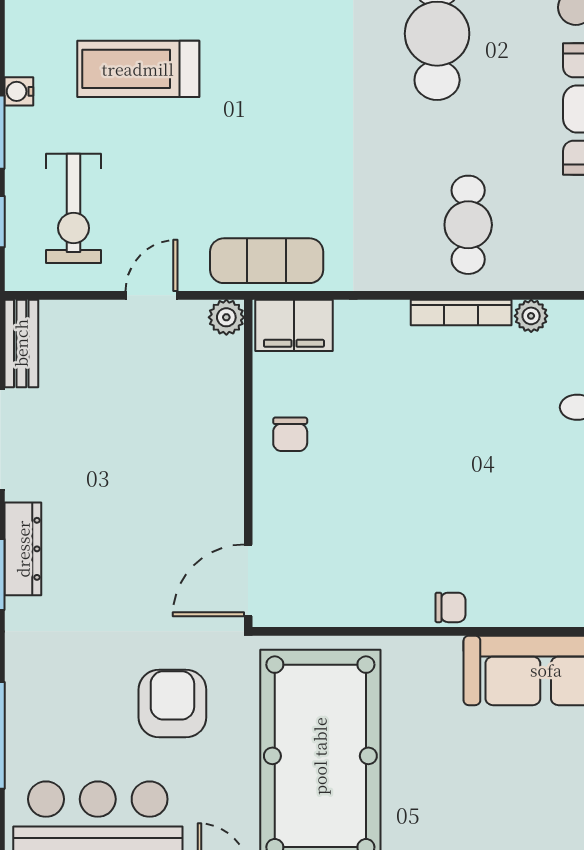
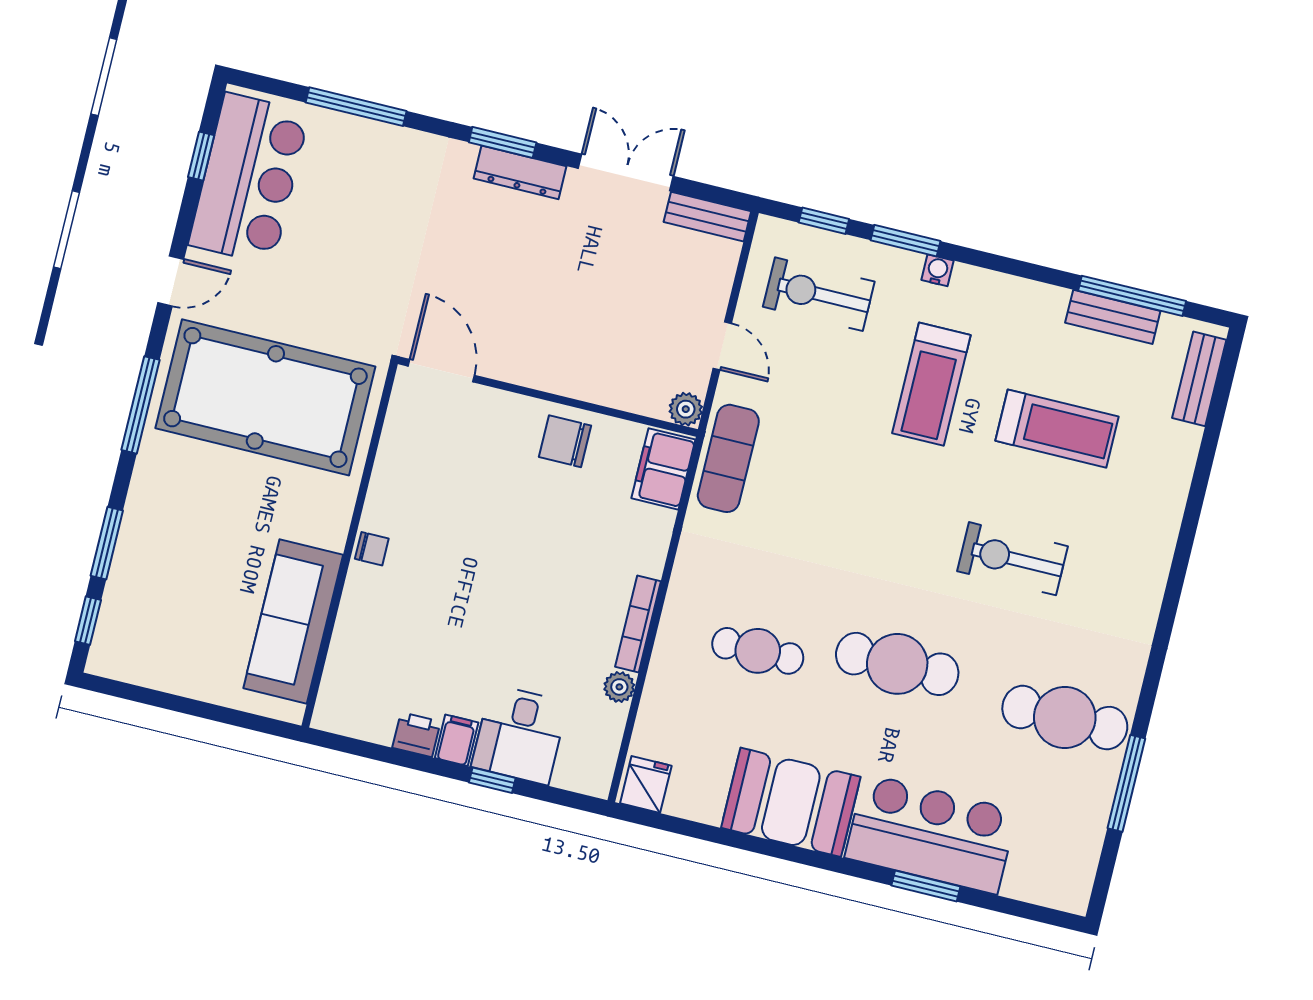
treadmill: (138, 69) -> (931, 384), turned 180
cafe table: (468, 225) -> (758, 651), moved
chair: (290, 434) -> (565, 441), width x1.37, depth x1.37
chair: (450, 607) -> (372, 549), turned -90
armchair: (172, 703) -> (346, 274), removed

